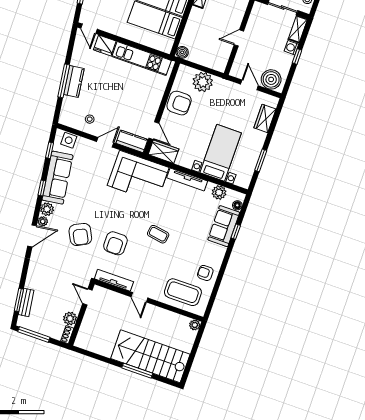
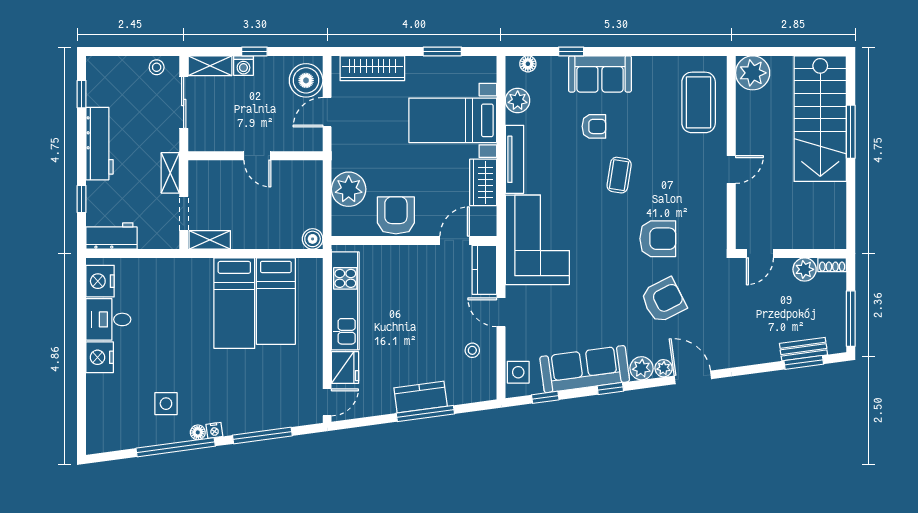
wardrobe: (265, 118) -> (372, 68), width x1.50
wardrobe: (163, 152) -> (483, 182), moved
sofa: (224, 226) -> (600, 74), moved
armchair: (205, 273) -> (594, 126), moved, turned -90
tv unit: (114, 280) -> (718, 220), removed
plant: (195, 325) -> (753, 73), width x1.87, depth x1.87

